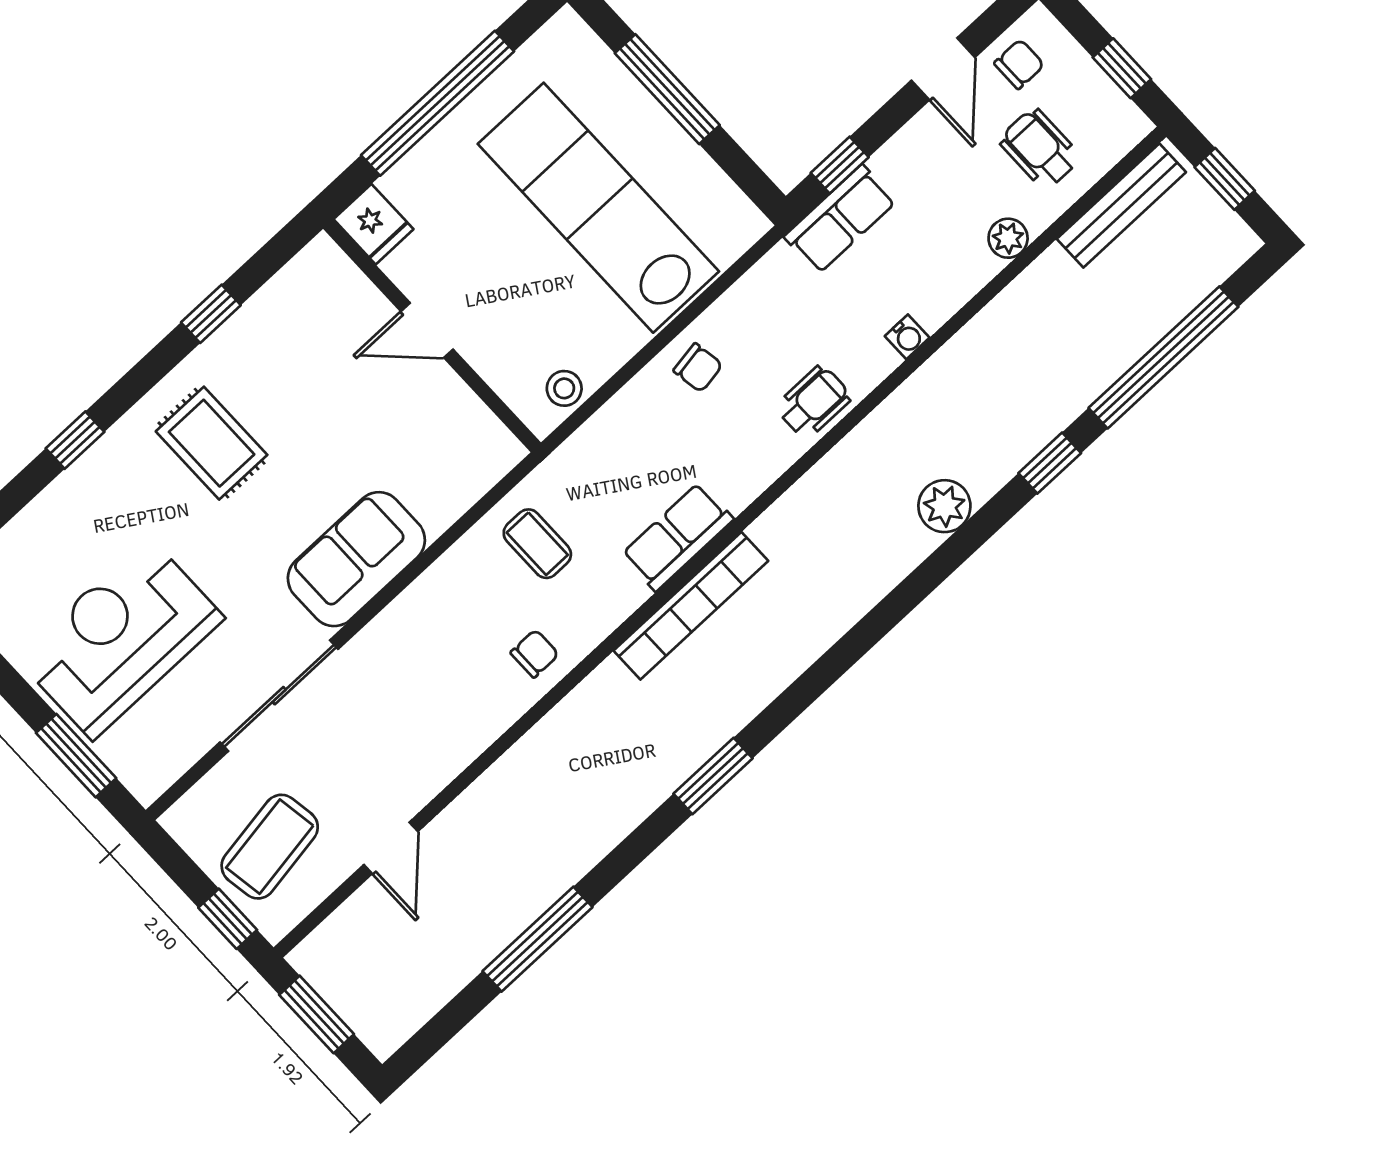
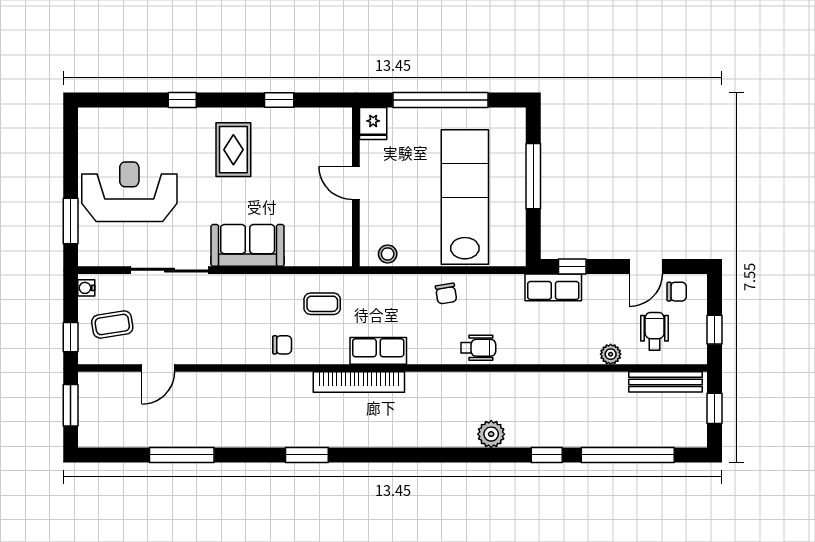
water cooler: (907, 337) -> (86, 288), moved, turned 90
coffee table: (537, 544) -> (322, 304), turned 90
coffee table: (270, 847) -> (112, 325), width x0.73, depth x0.77

